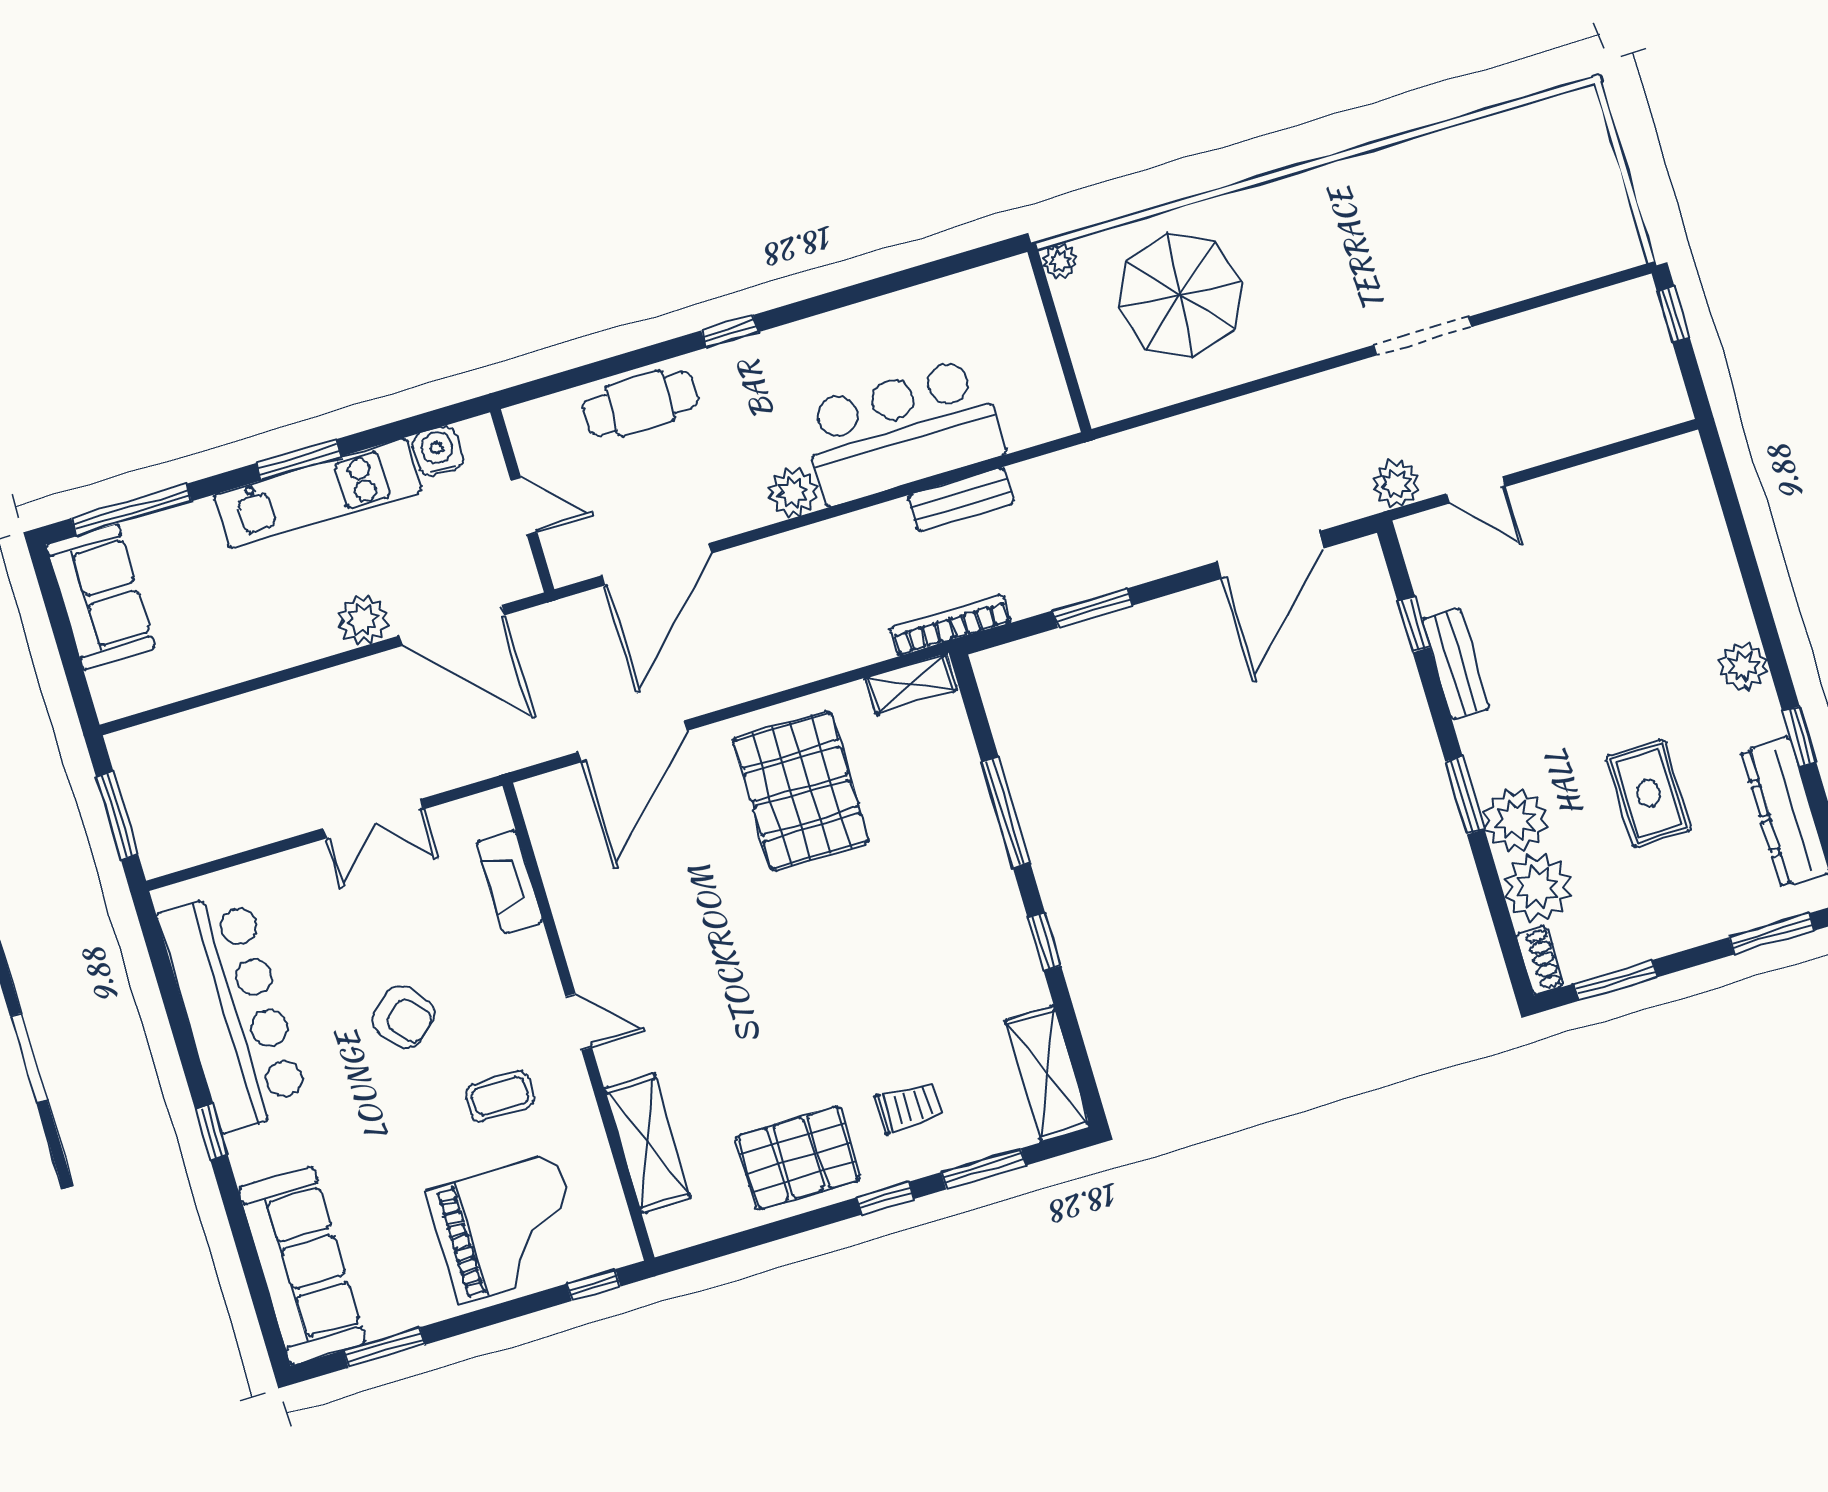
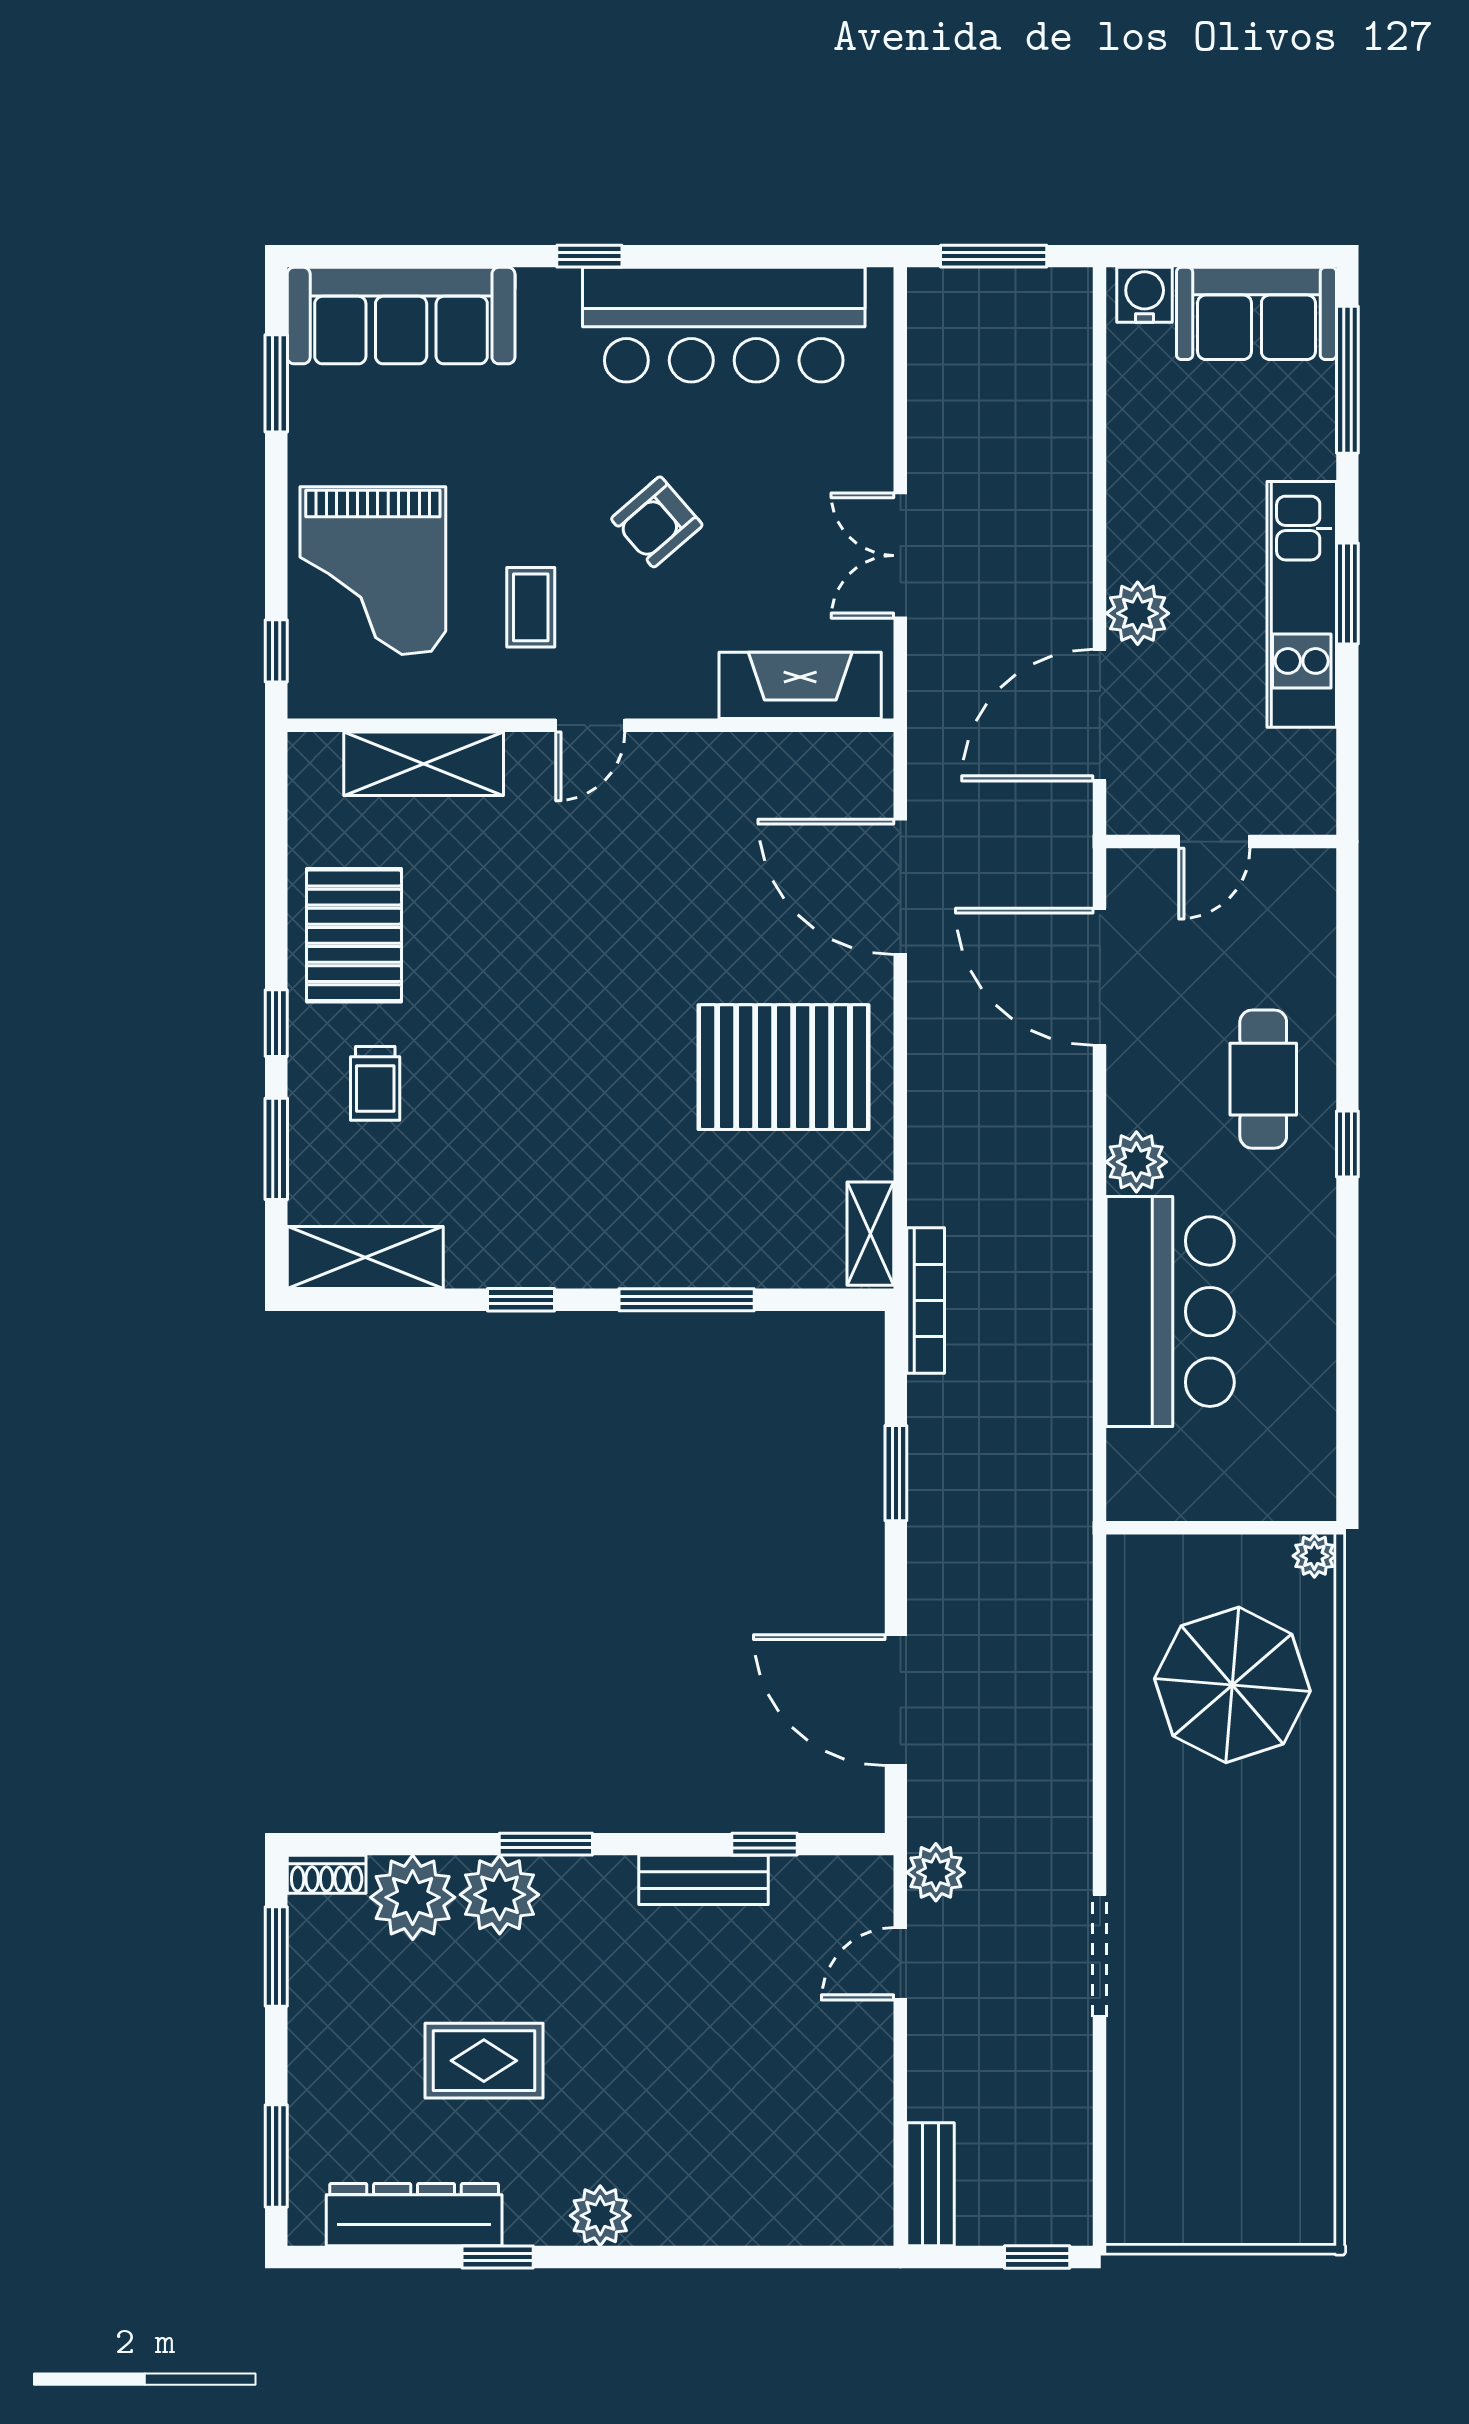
cafe table: (641, 403) -> (1263, 1079), moved
water cooler: (438, 451) -> (1145, 295), moved, turned -90
bench: (961, 499) -> (931, 2184), moved
fireplace: (510, 882) -> (800, 685), width x1.37, depth x1.32

